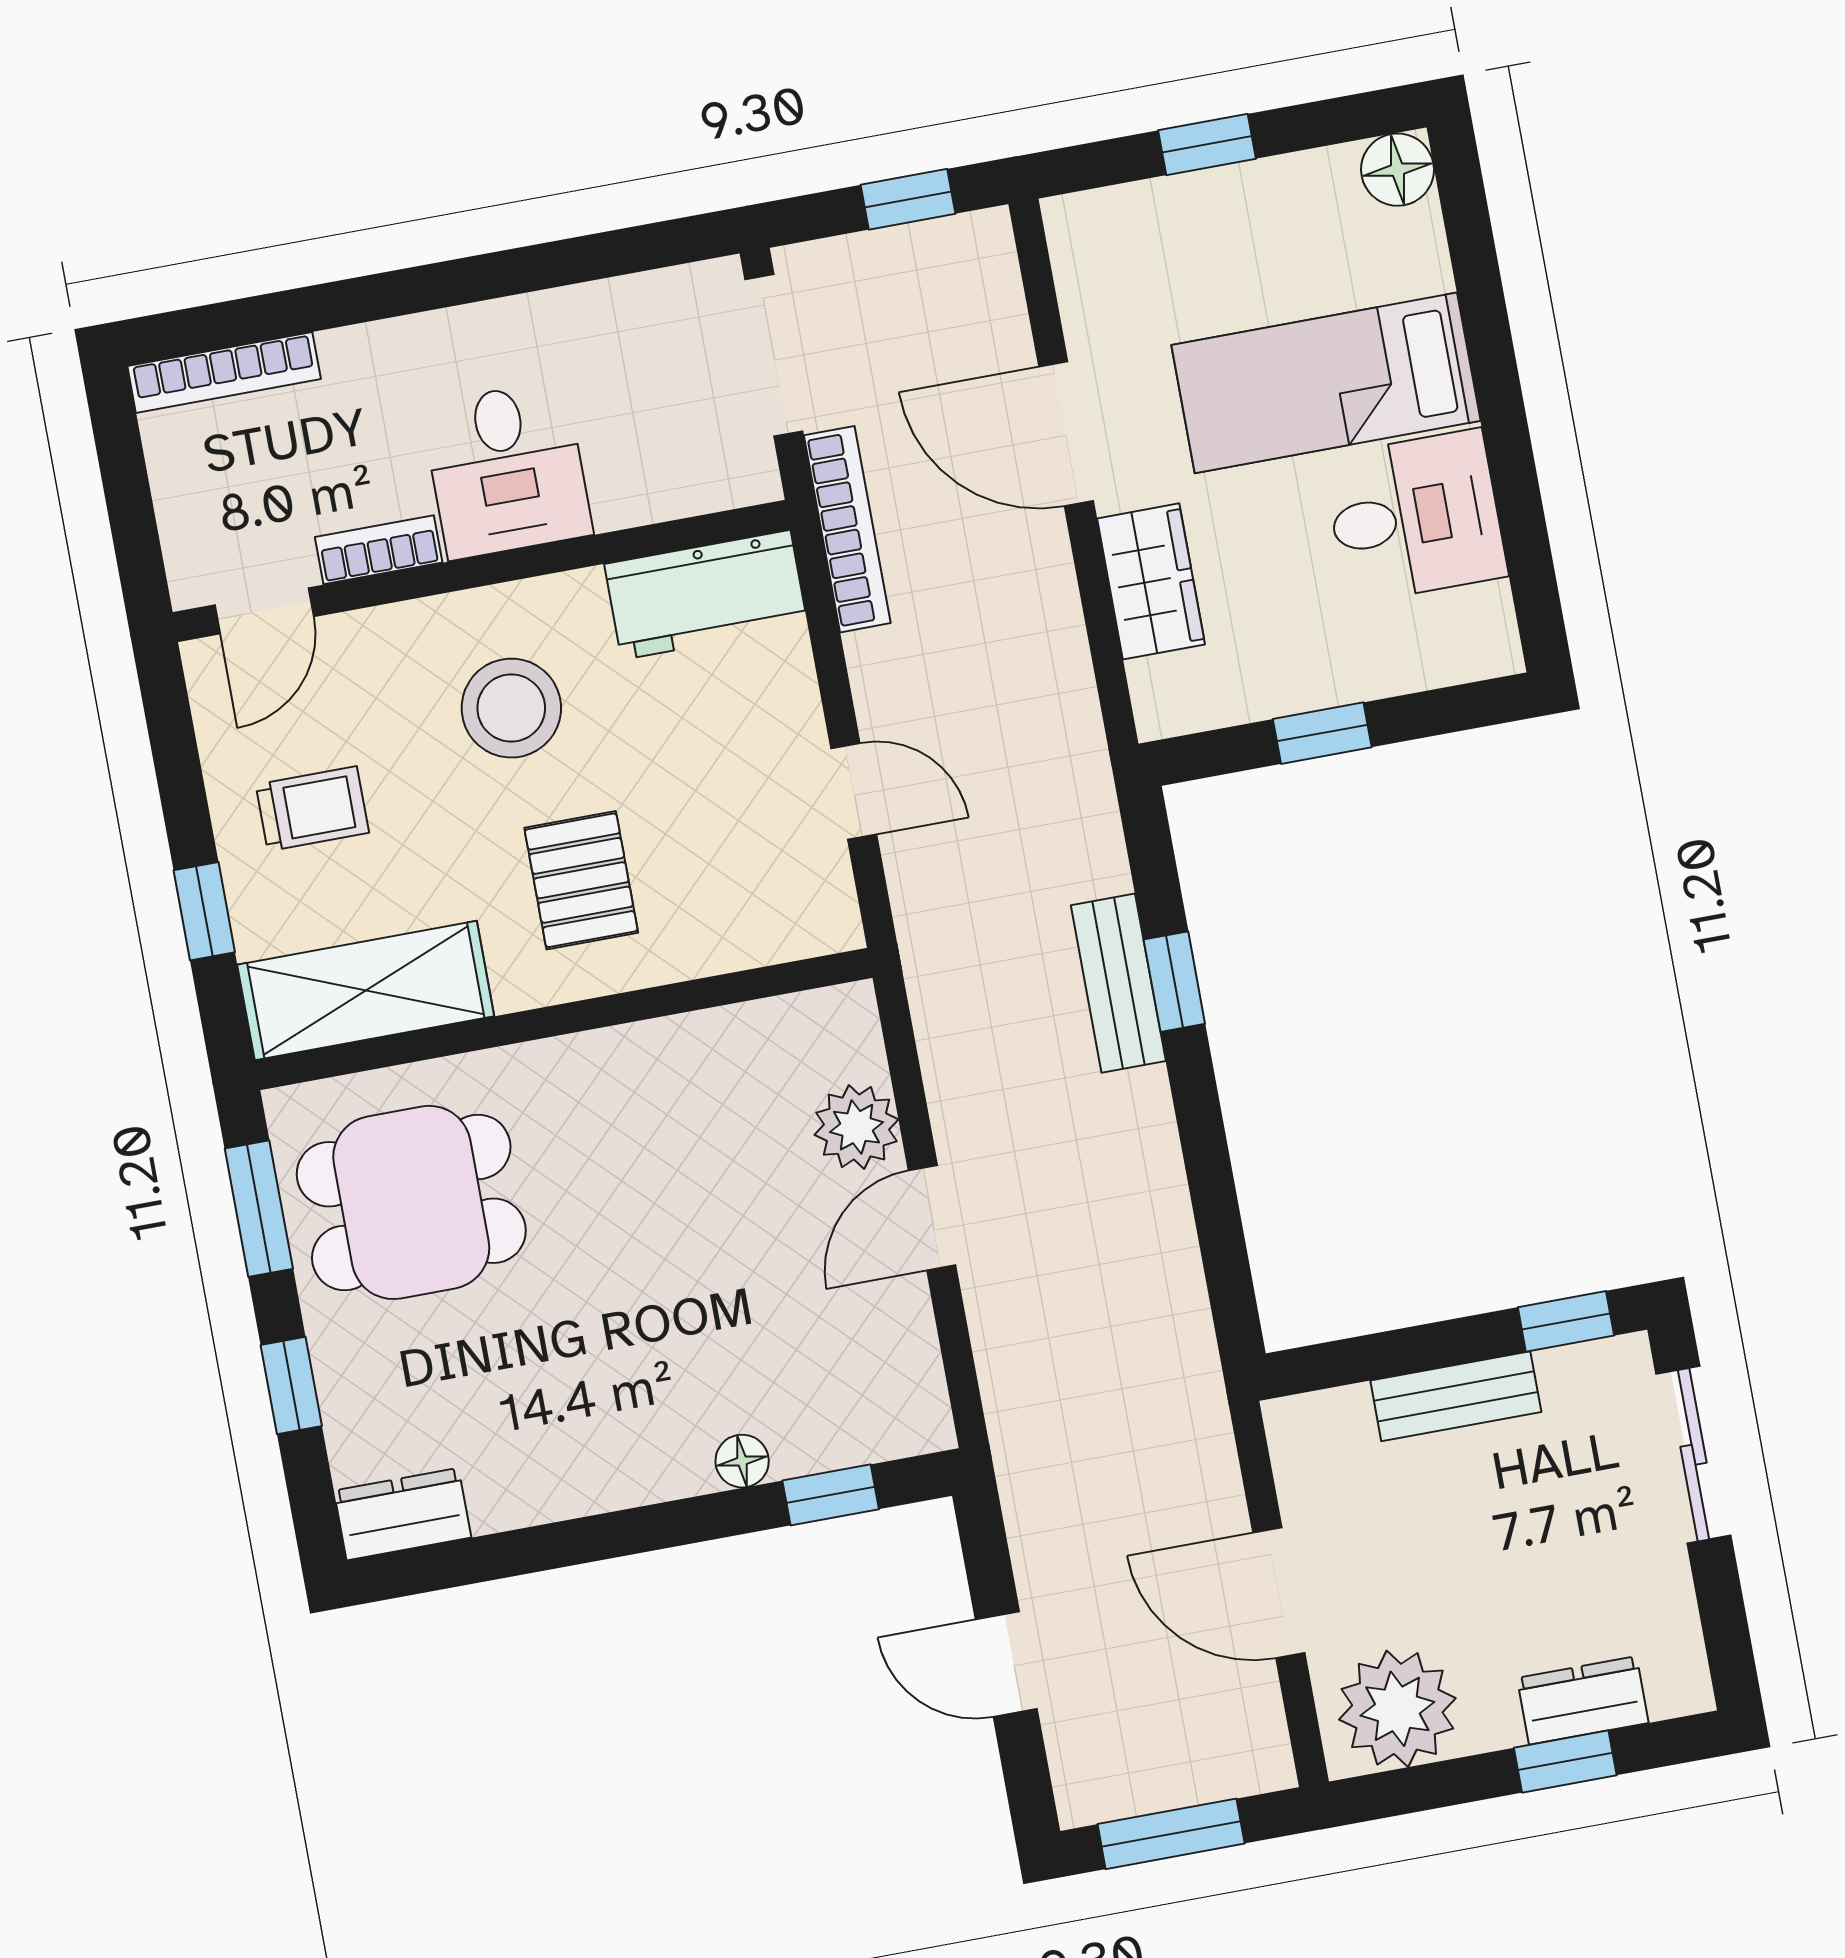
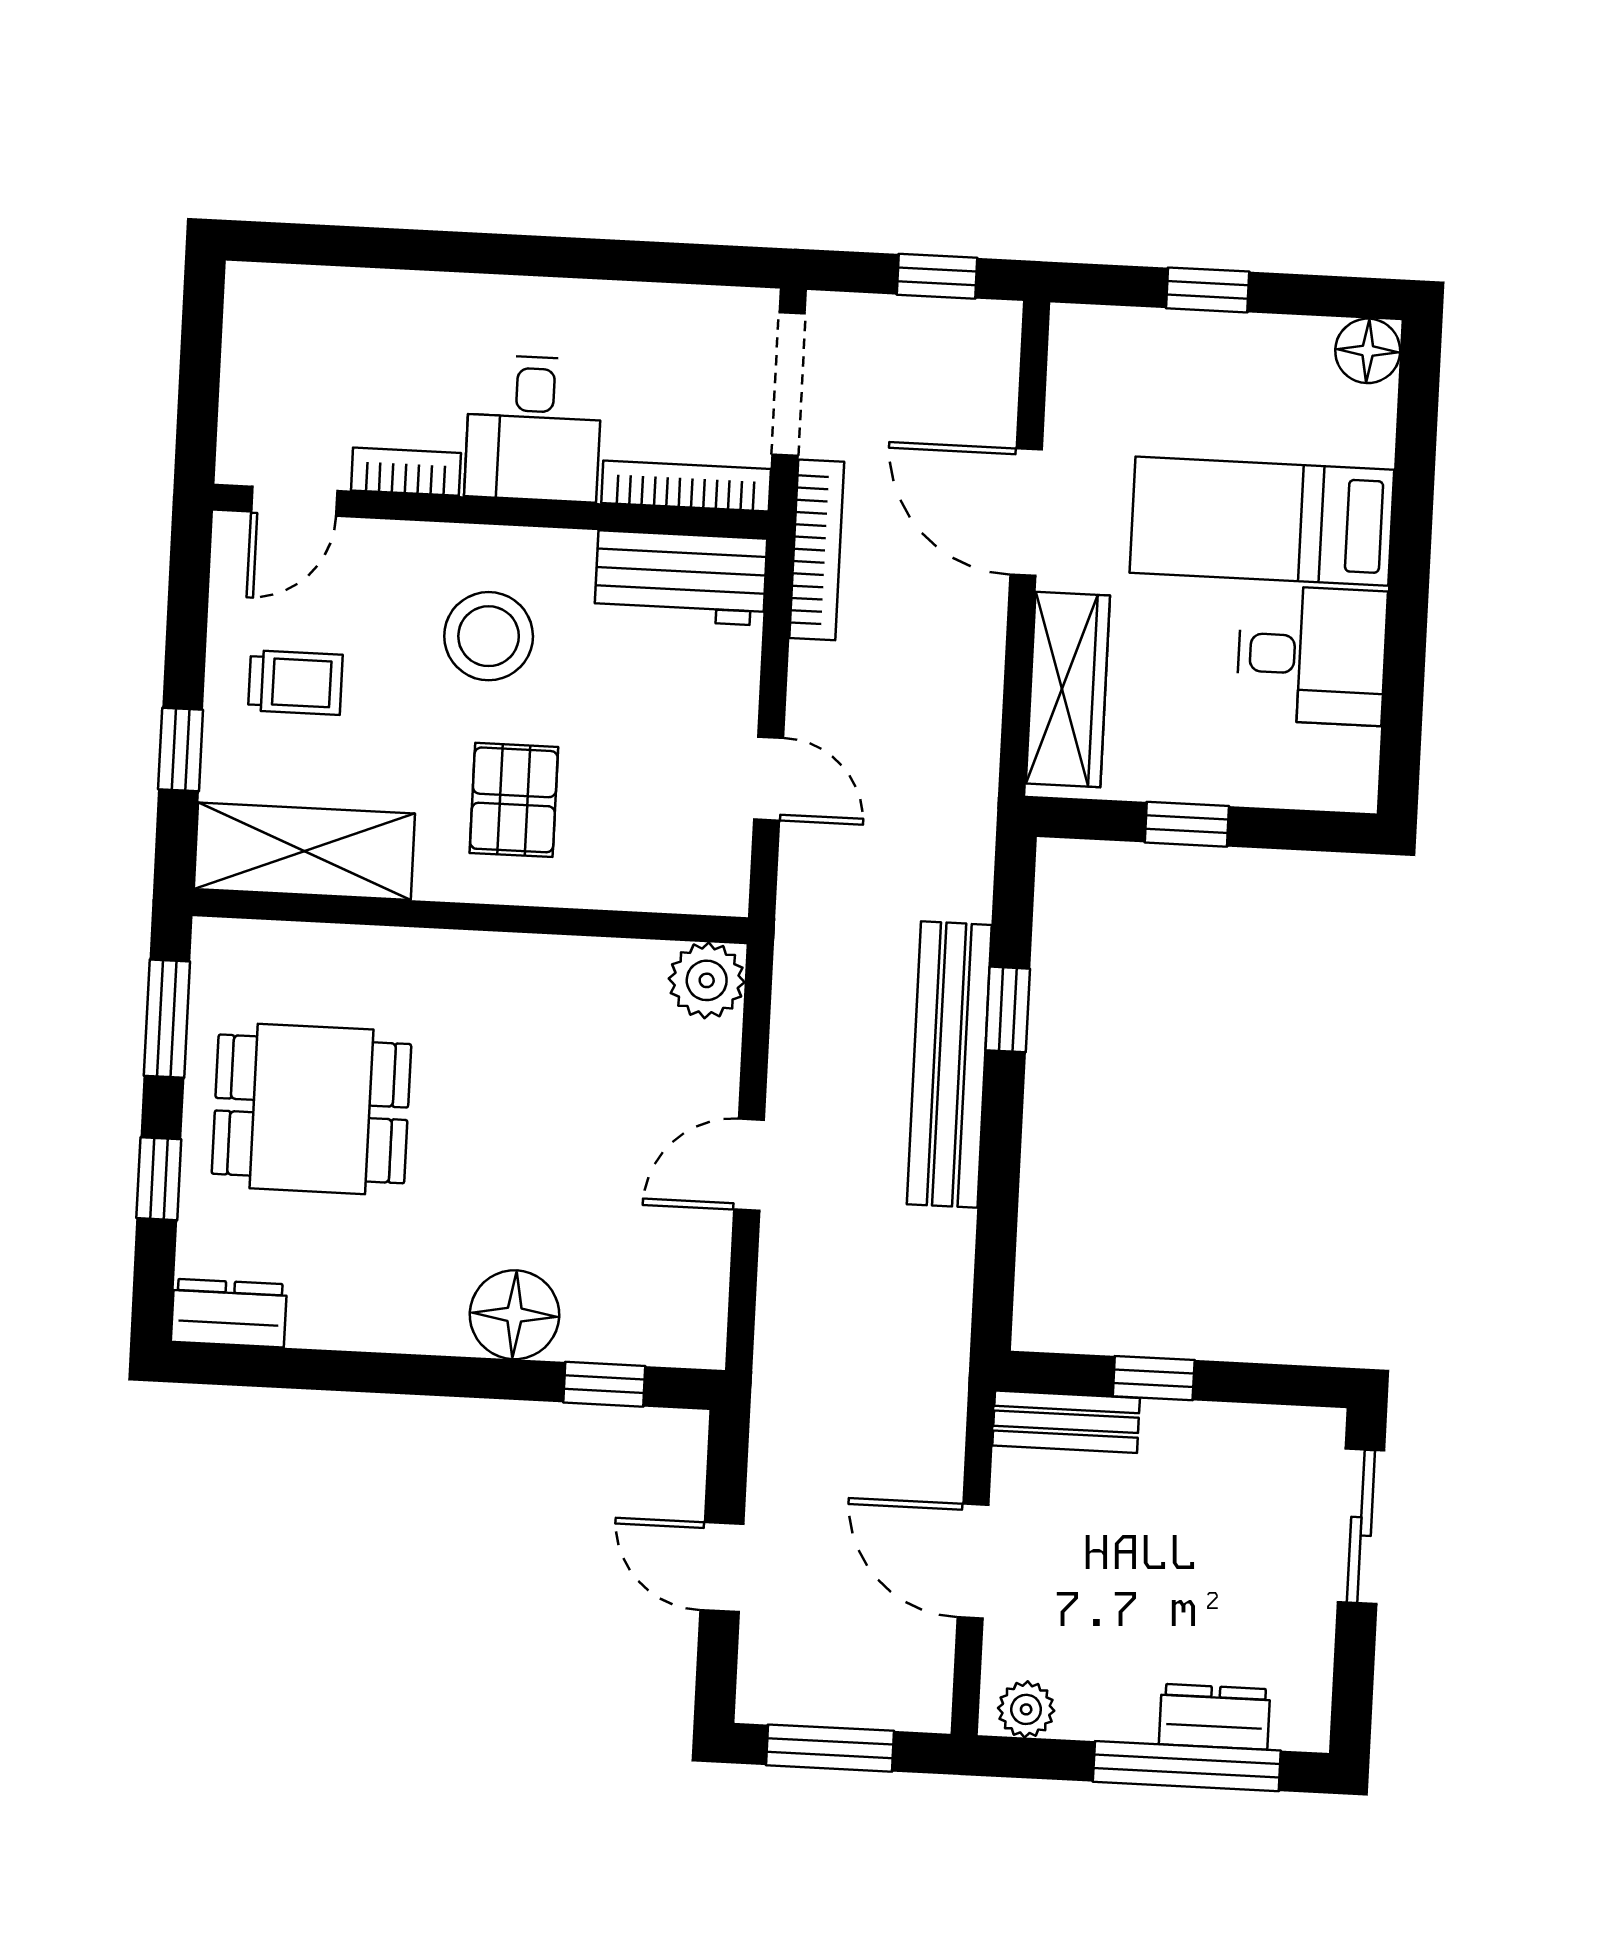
bookcase: (224, 372) -> (686, 486), moved, turned 180
wardrobe: (1151, 581) -> (1068, 690), width x1.50
bench: (1118, 983) -> (949, 1065), width x1.86, depth x1.21
plant: (856, 1127) -> (707, 980), moved
dining table: (411, 1202) -> (311, 1109), moved
window: (1566, 1321) -> (1154, 1378), moved
bench: (1456, 1396) -> (1066, 1422), moved
floor lamp: (742, 1461) -> (515, 1315), width x1.89, depth x1.89
plant: (1397, 1709) -> (1026, 1709), width x0.53, depth x0.53
window: (1565, 1761) -> (1187, 1766), width x2.17

